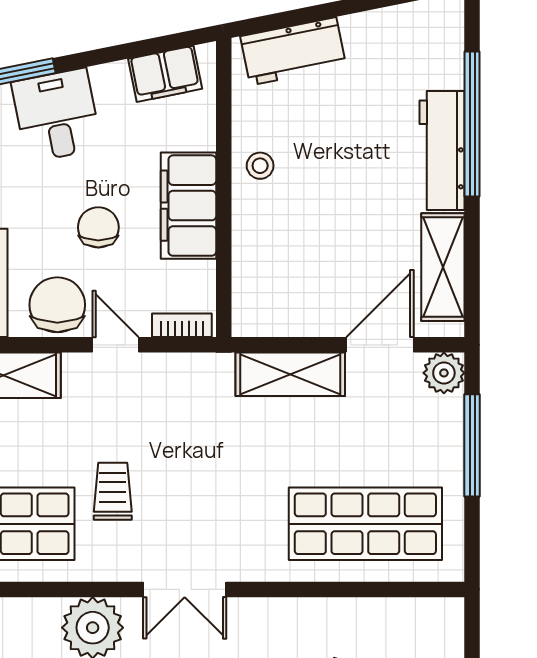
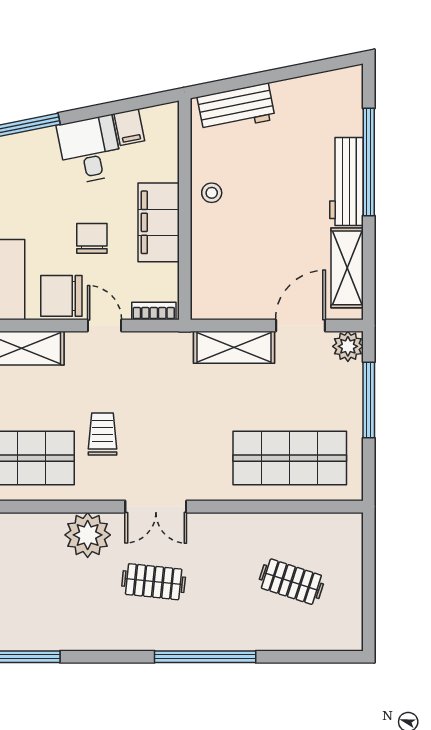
filing cabinet: (165, 74) -> (129, 127), width x0.50
desk: (57, 115) -> (90, 150), moved
chair: (57, 305) -> (61, 296), turned -90

